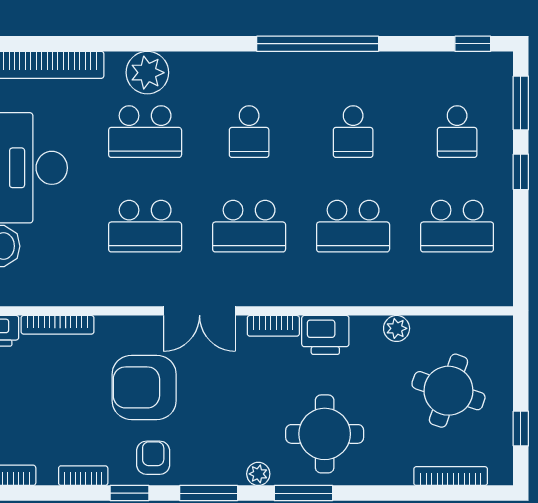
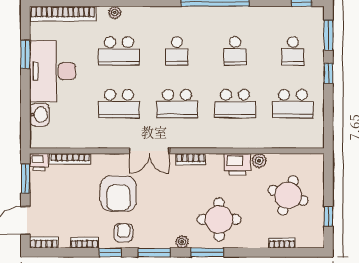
plant: (147, 73) -> (115, 13), width x0.53, depth x0.53
printer: (325, 335) -> (237, 164), moved
armchair: (144, 387) -> (118, 194), turned -90
bookcase: (451, 476) -> (282, 243), width x0.64

